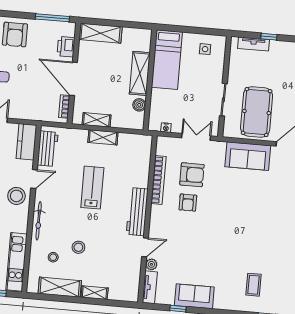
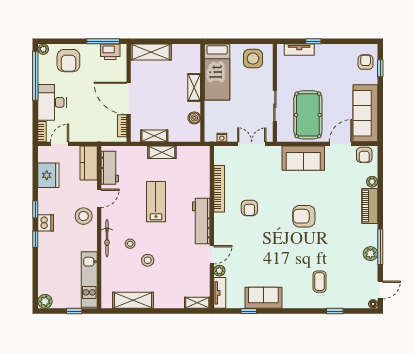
printer: (66, 47) -> (110, 52), moved, turned -90
side table: (205, 49) -> (253, 59), width x1.87, depth x1.87
shelving: (140, 73) -> (194, 87), width x0.67, depth x0.75
armchair: (192, 175) -> (304, 216), moved, turned 180
stool: (53, 257) -> (130, 244), moved
shelving: (95, 293) -> (197, 303), moved

